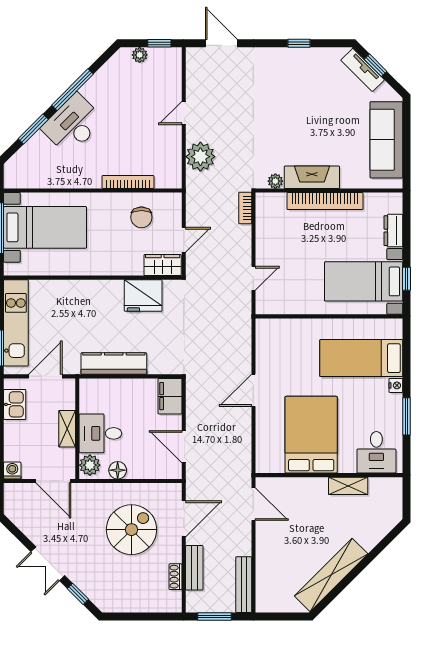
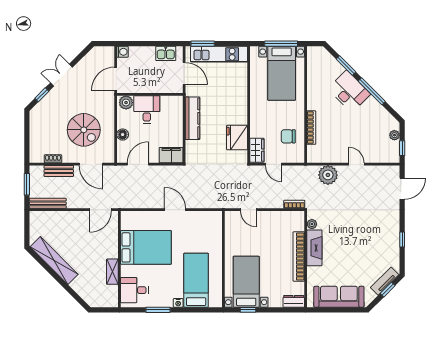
dresser: (393, 231) -> (294, 301), moved
shelving: (67, 429) -> (150, 88), removed
floor lamp: (118, 470) -> (123, 135), moved

